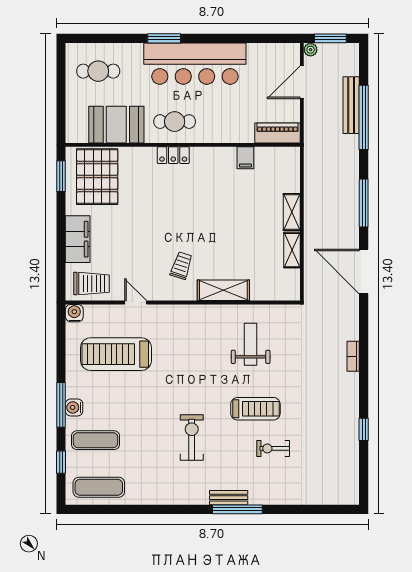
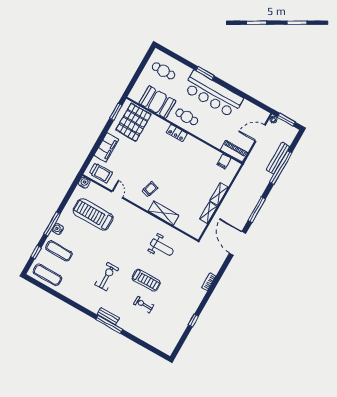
filing cabinet: (245, 158) -> (224, 161), moved
weight bench: (251, 344) -> (162, 247), turned 90

